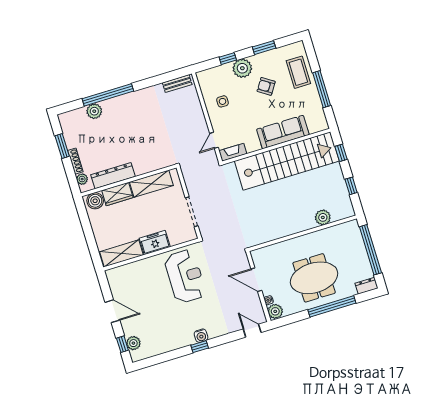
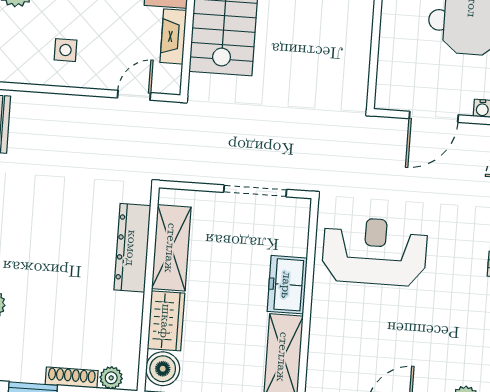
door: (214, 140) -> (134, 95), swing flipped
fireplace: (233, 152) -> (173, 36), moved
dresser: (113, 176) -> (132, 248), moved

